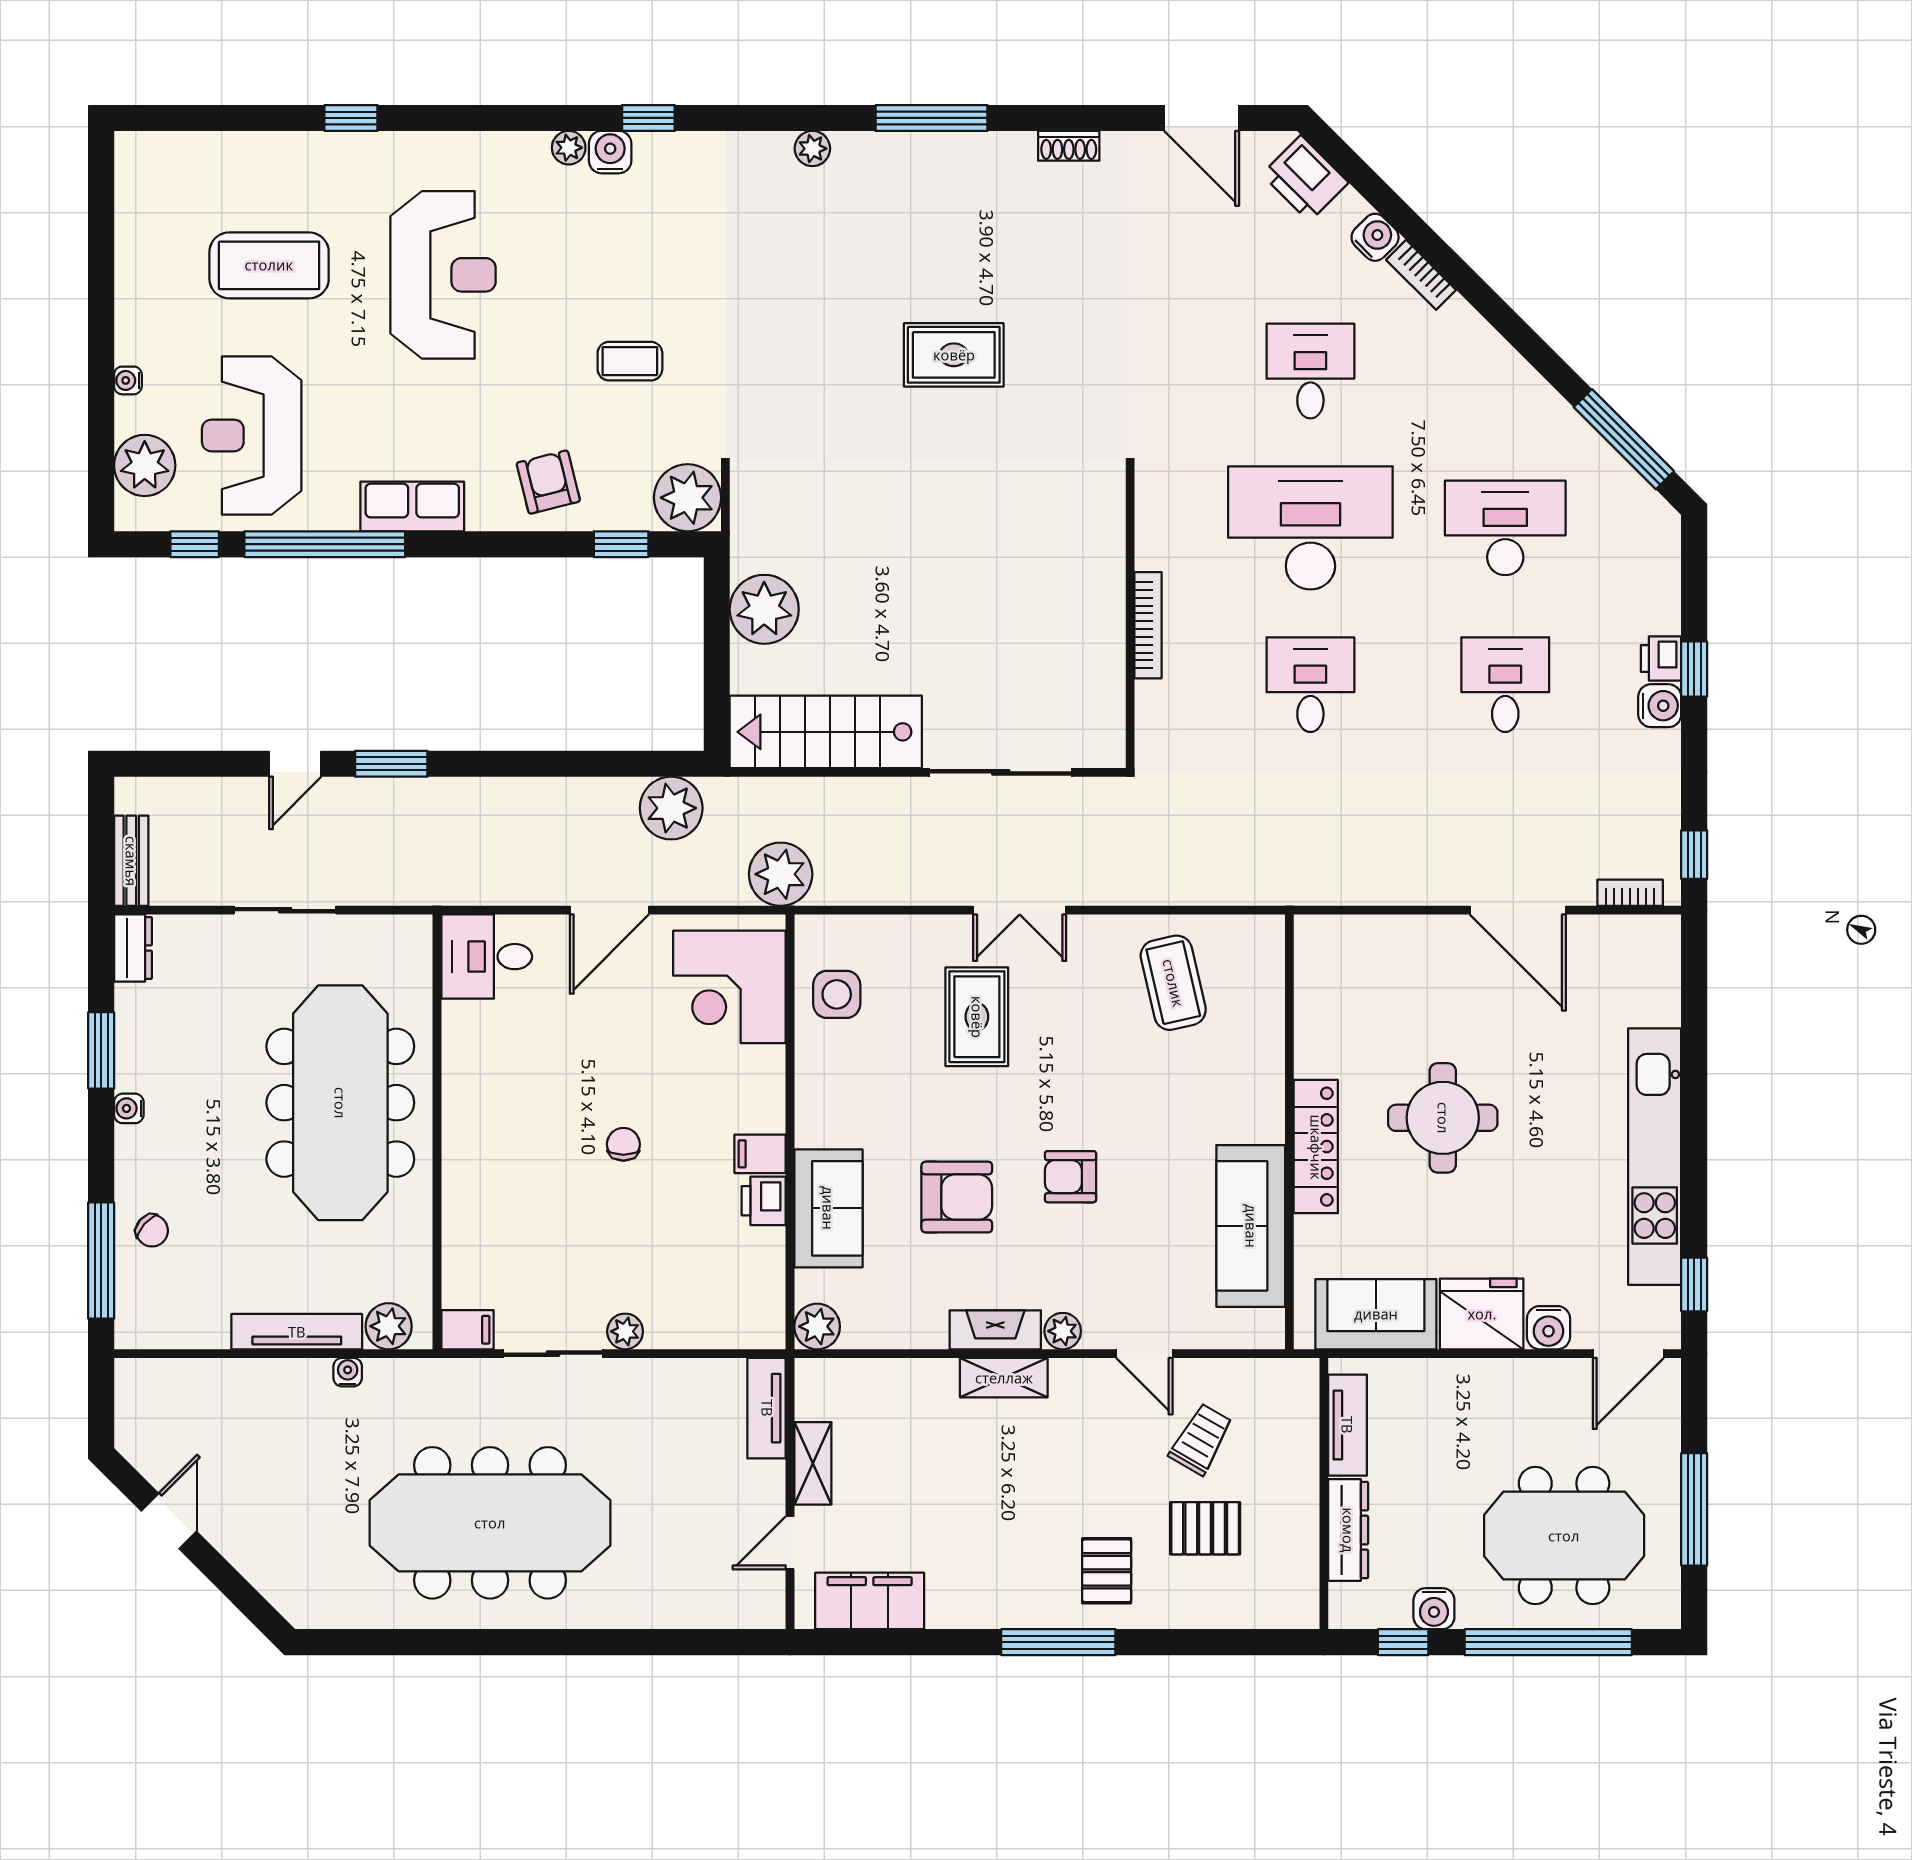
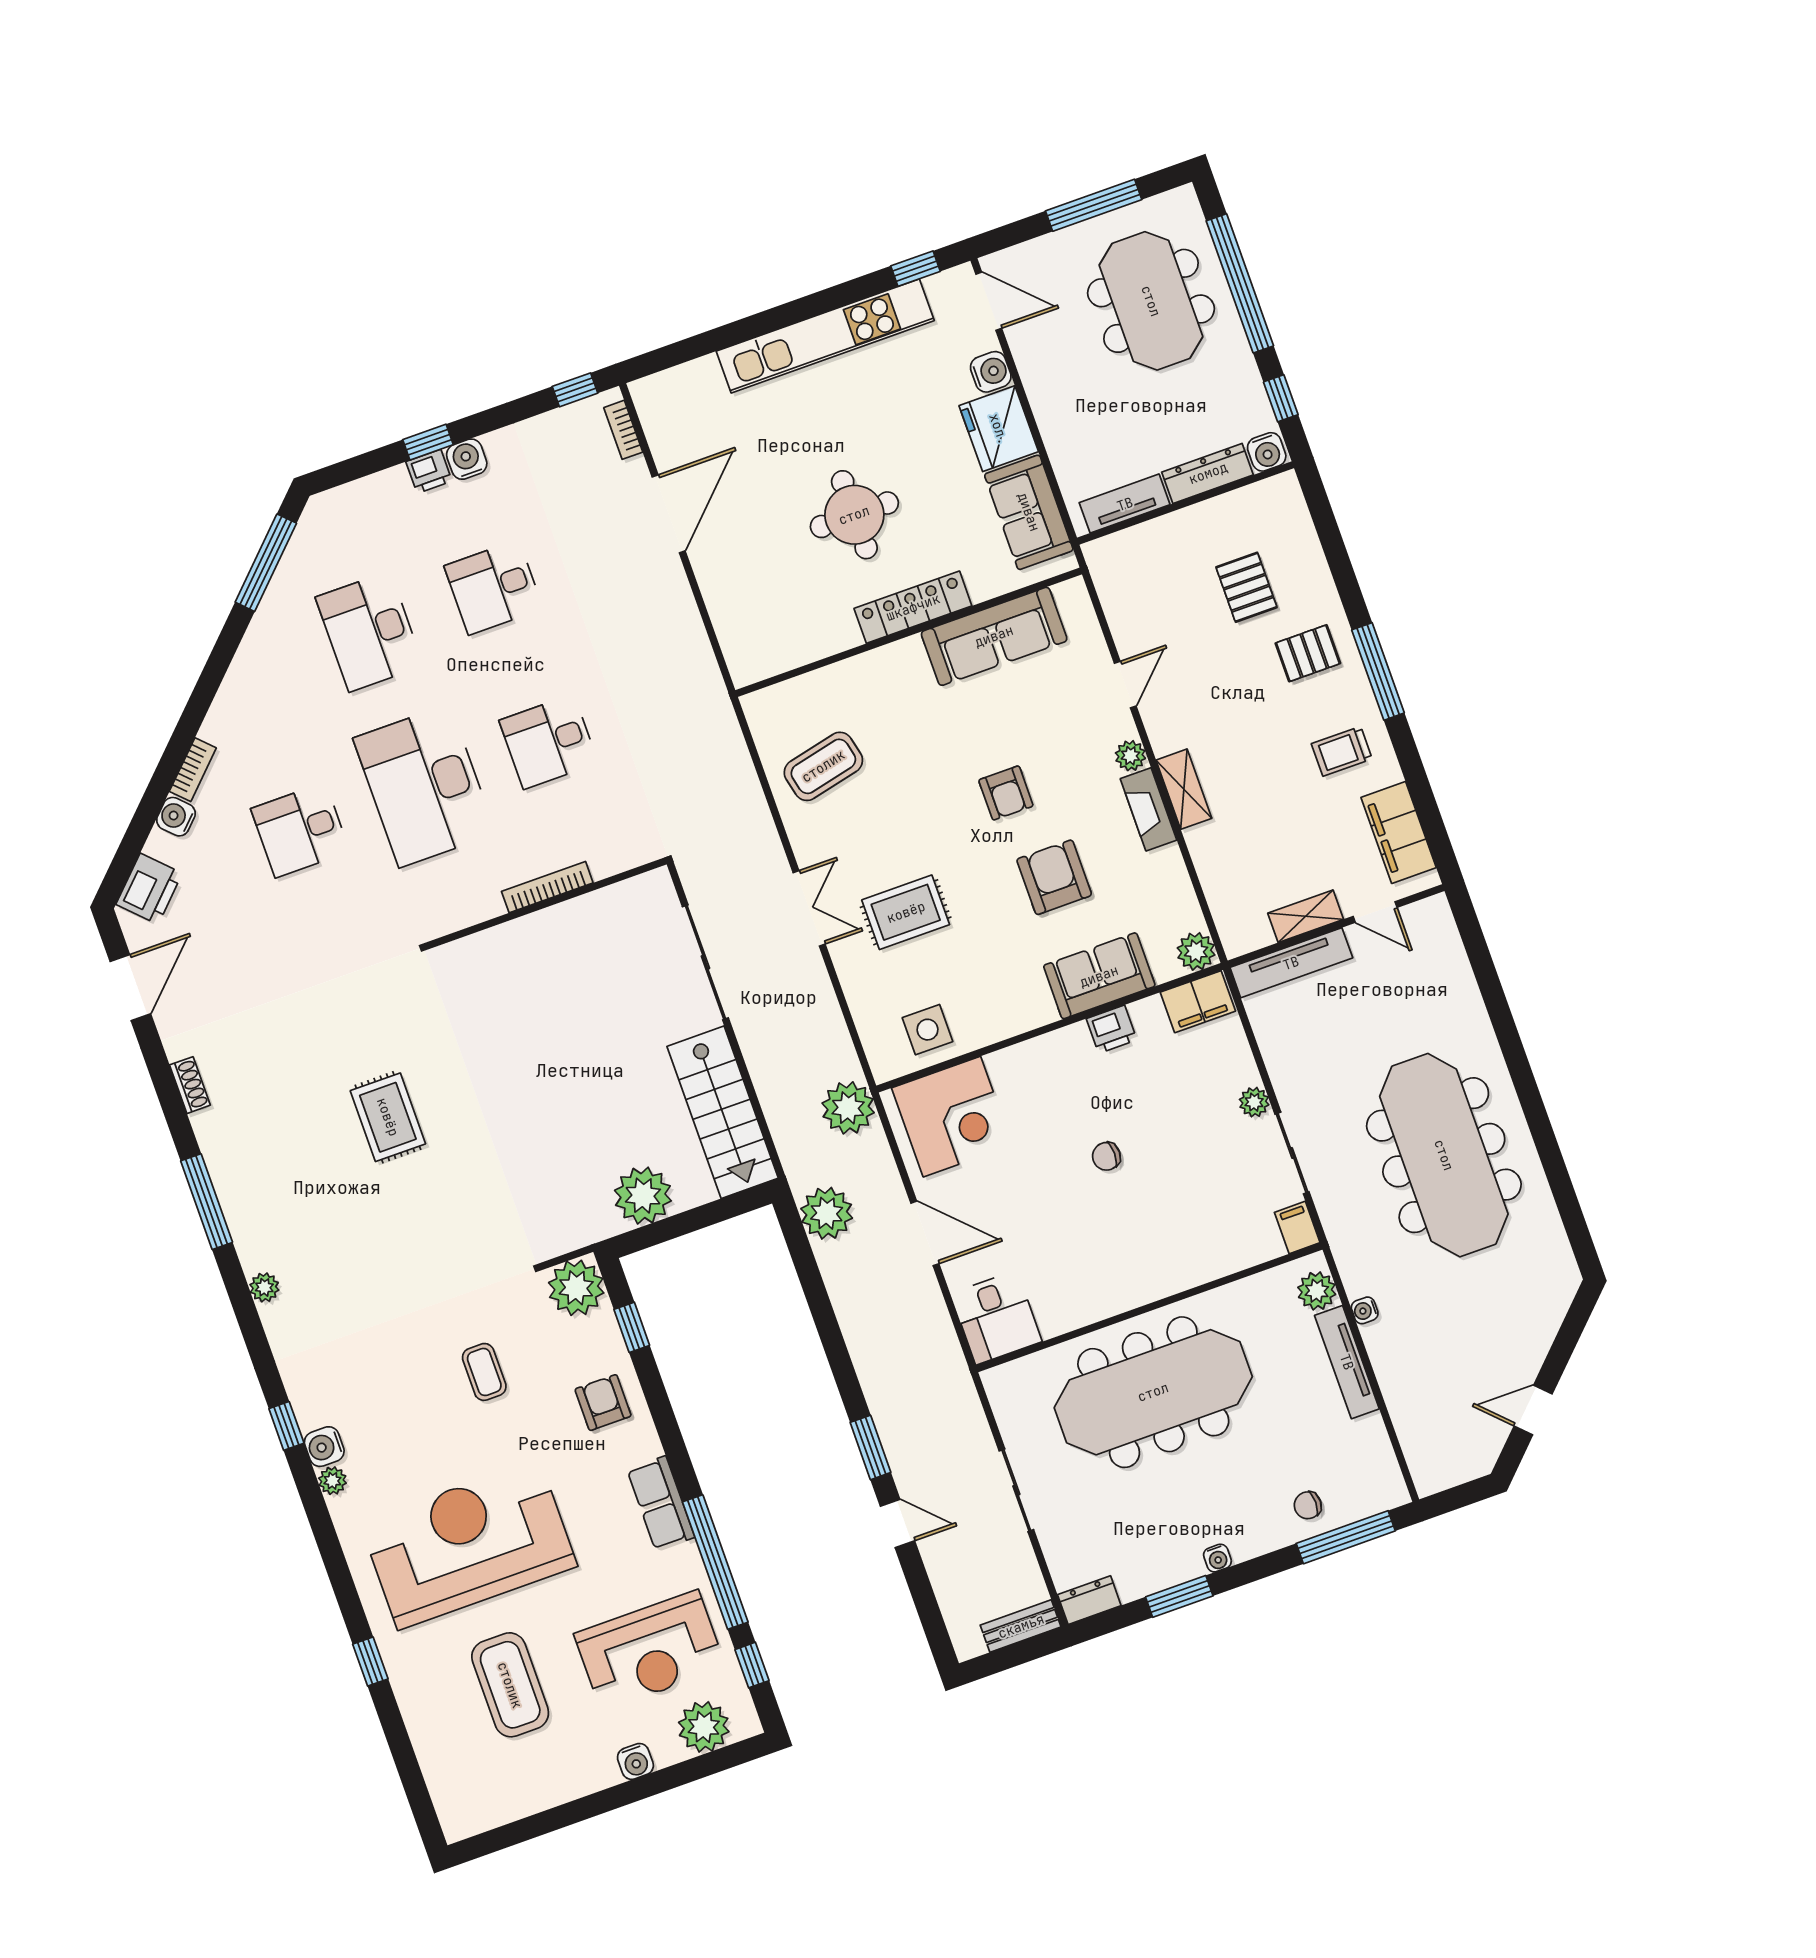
reception desk: (443, 275) -> (469, 1544), width x1.36, depth x1.30
water cooler: (128, 380) -> (635, 1761), width x1.38, depth x1.38
armchair: (548, 482) -> (603, 1403), turned 104
filing cabinet: (760, 1154) -> (1198, 1002), moved, width x2.00
chair: (152, 1231) -> (1308, 1505), turned -131
tv unit: (767, 1408) -> (1291, 963), width x1.41
trolley: (1201, 1439) -> (1342, 751), moved, turned -30
water cooler: (1434, 1609) -> (1267, 452), moved, turned 90

